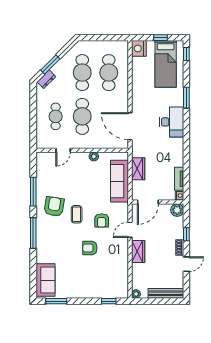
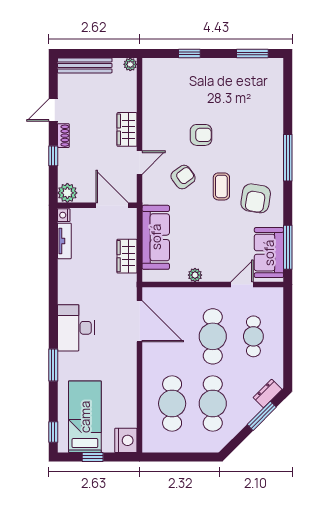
window: (33, 192) -> (288, 247), moved
door: (148, 202) -> (112, 205), hinge flipped
armchair: (102, 220) -> (183, 177), turned 54
sofa: (45, 280) -> (269, 253), moved
window: (109, 301) -> (189, 53), moved

